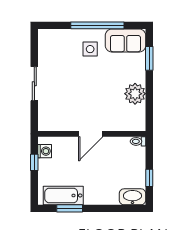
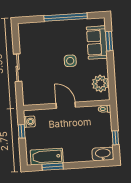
sofa: (125, 41) -> (97, 43), moved, turned 90
side table: (90, 49) -> (70, 61), moved
plant: (135, 94) -> (100, 83), moved
door: (91, 134) -> (66, 105), swing flipped

